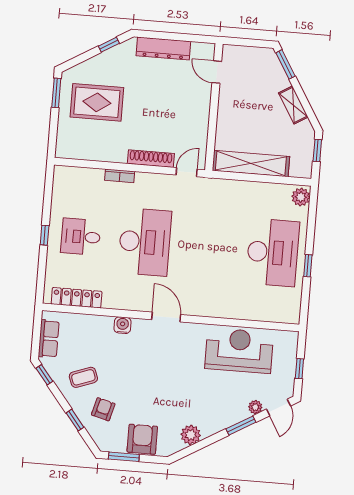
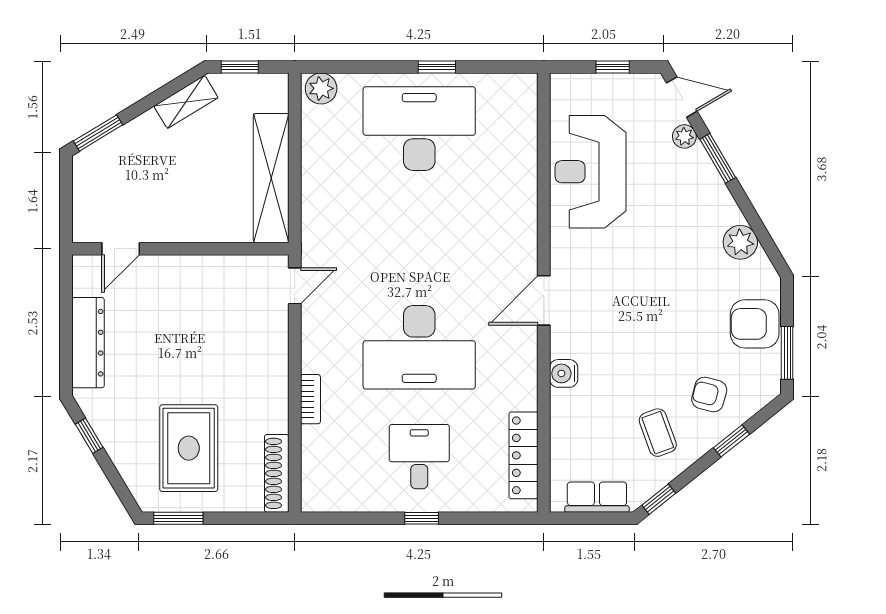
shelving: (293, 105) -> (186, 102), moved
shoe rack: (151, 159) -> (277, 473), moved
door: (187, 172) -> (295, 286), swing flipped
desk: (81, 237) -> (419, 457), turned 180
desk: (145, 242) -> (419, 347), turned 180

